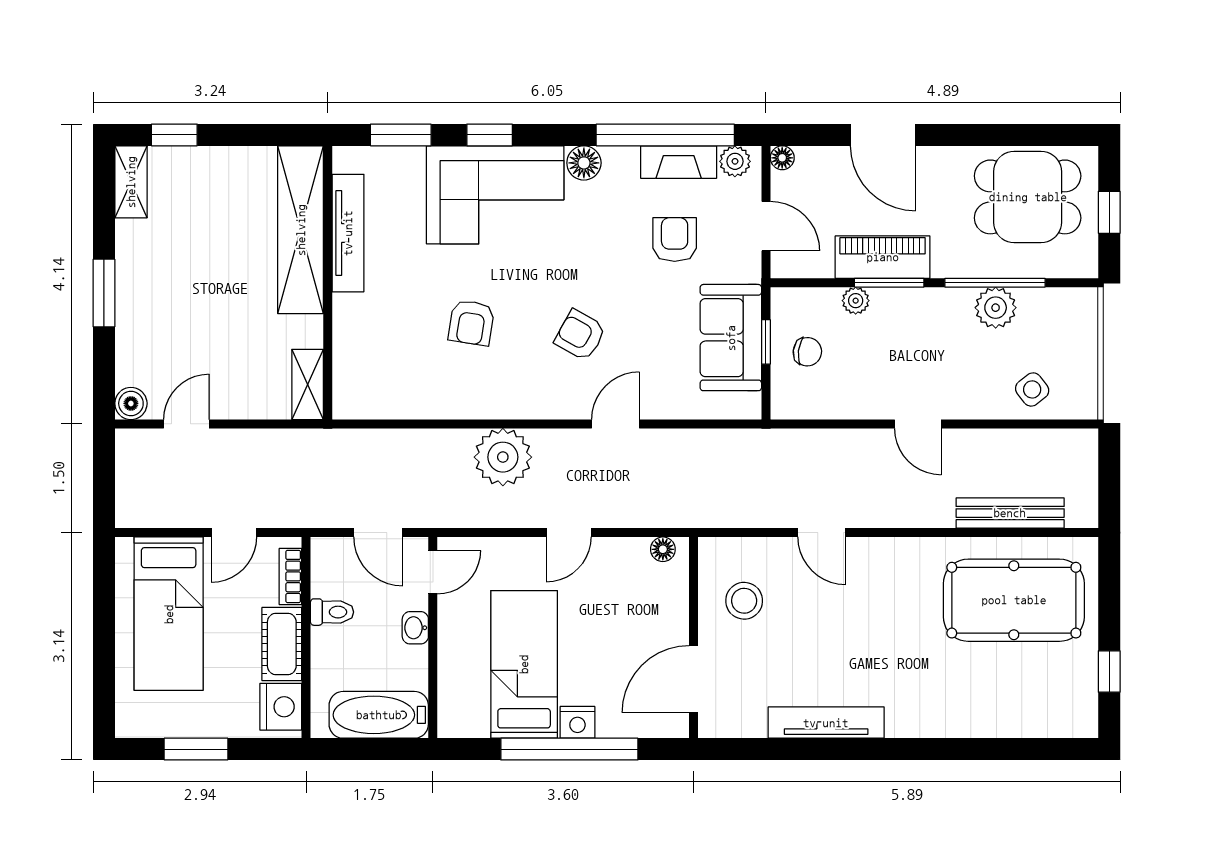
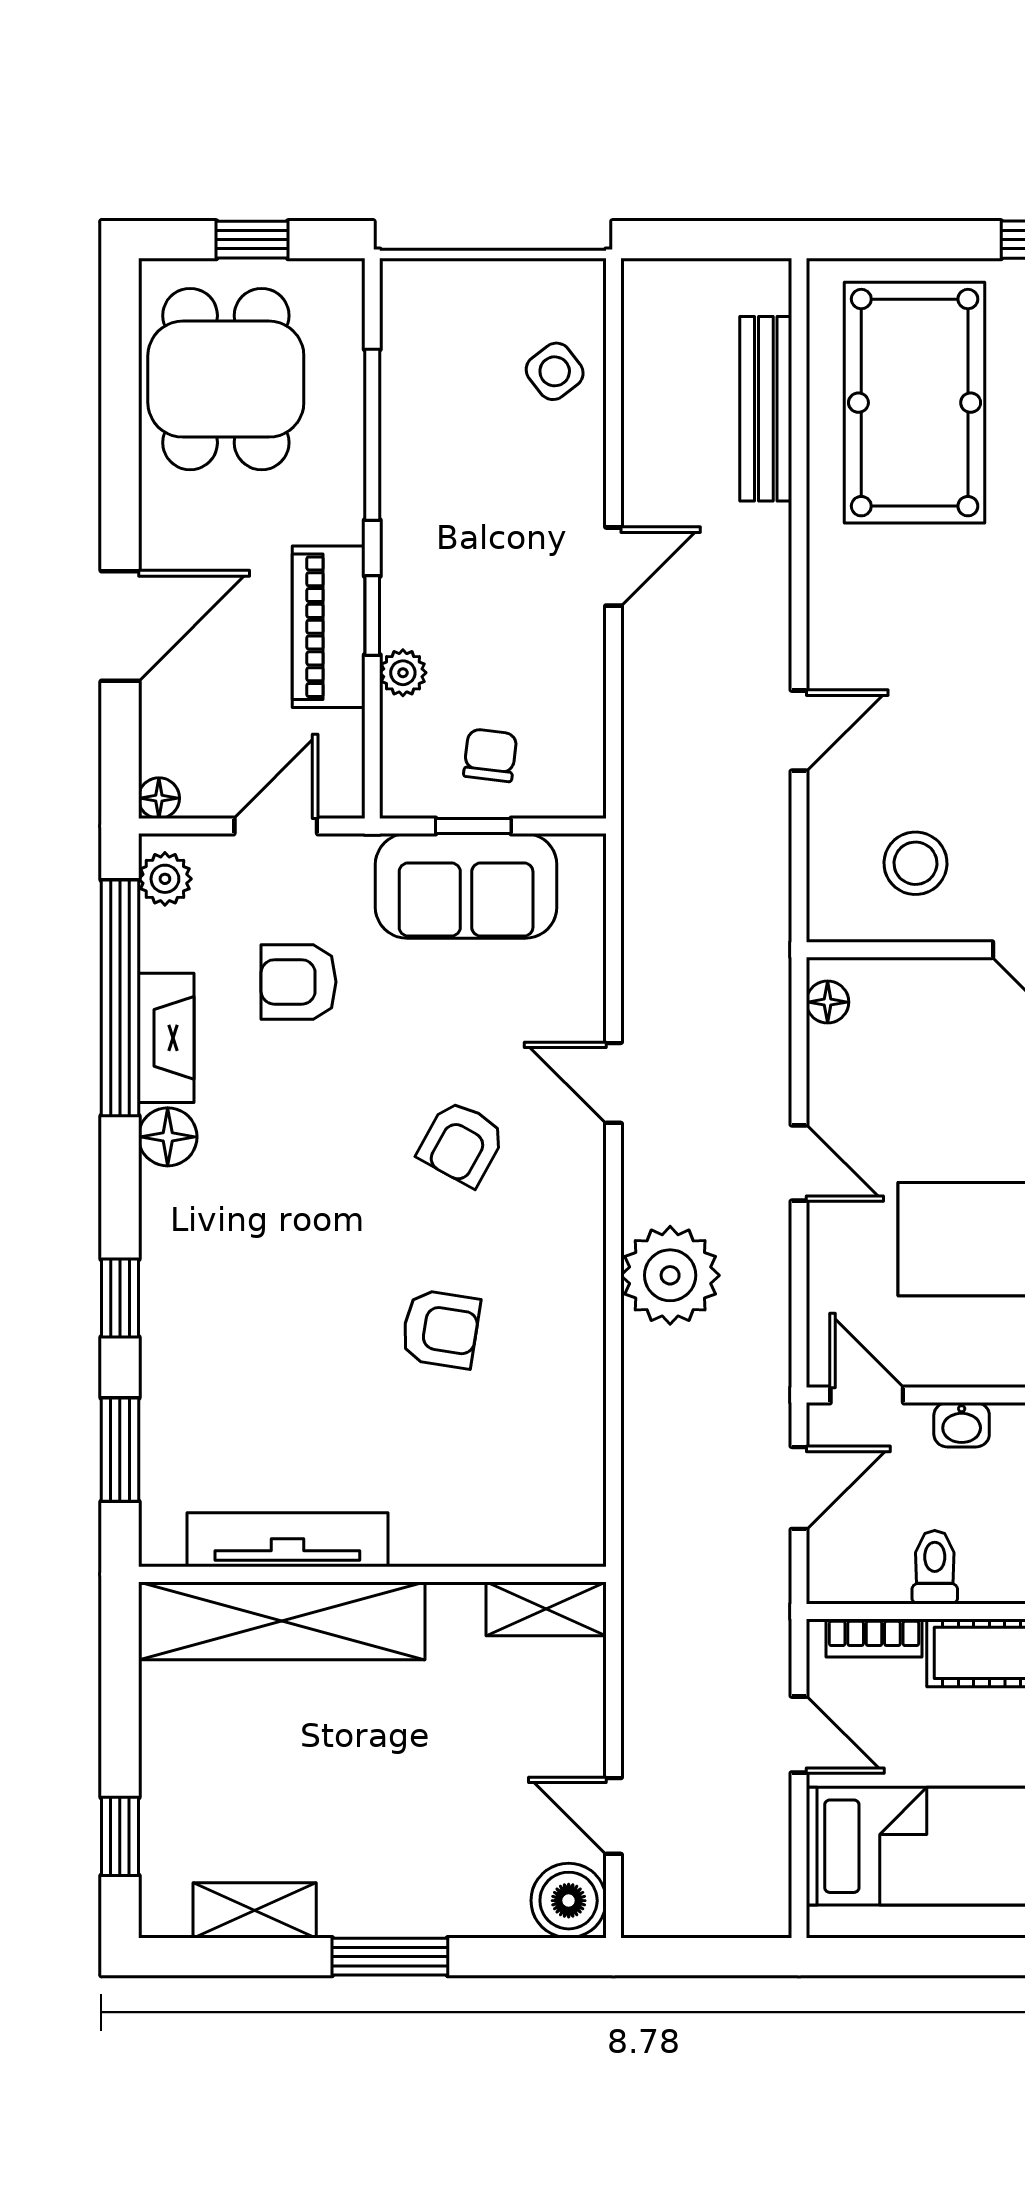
fireplace: (679, 162) -> (166, 1038), moved
shelving: (131, 182) -> (255, 1910), moved
corner sofa: (495, 195) -> (222, 1288), removed
window: (889, 283) -> (372, 616), width x0.67
plant: (996, 308) -> (415, 434), removed
boiler: (131, 403) -> (569, 1901), width x1.36, depth x1.36

